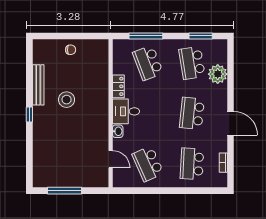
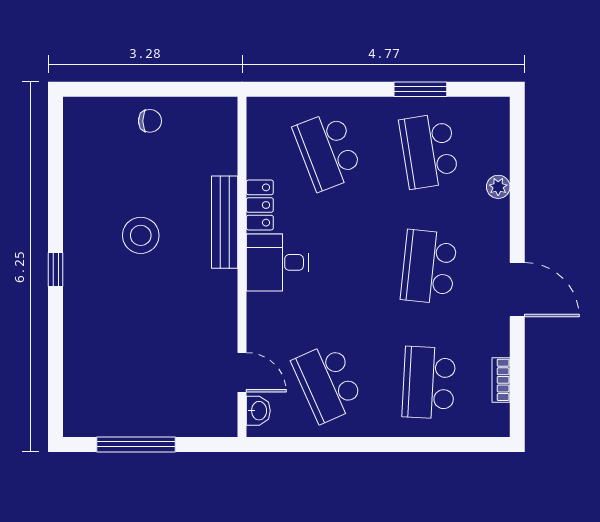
window: (146, 36) -> (323, 89), removed
window: (201, 36) -> (420, 89), moved
plant: (218, 74) -> (498, 187), width x0.53, depth x0.53
bench: (38, 85) -> (225, 222), moved
washbasin: (118, 131) -> (258, 411), moved

